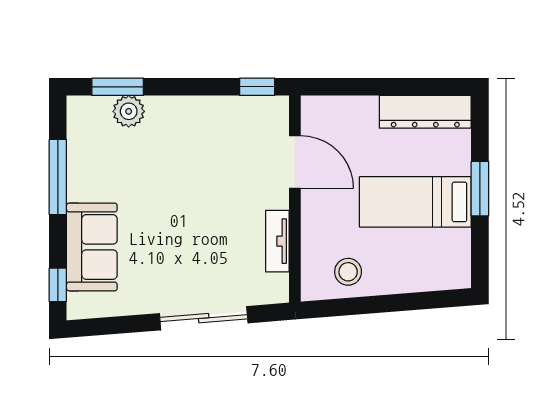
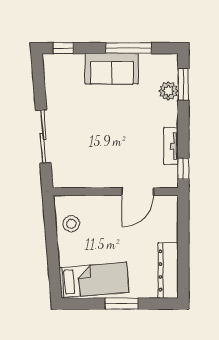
bed: (415, 202) -> (94, 280), moved, turned 85
tv unit: (277, 241) -> (171, 146), moved, turned -90
sofa: (92, 247) -> (112, 69), moved

